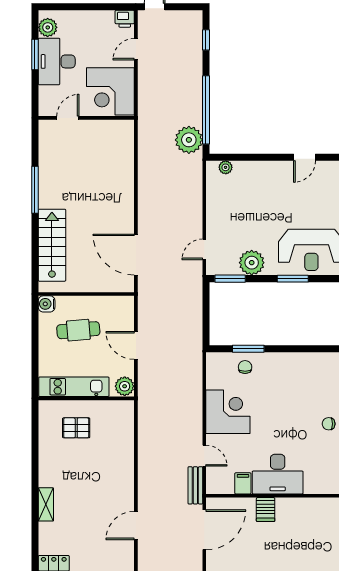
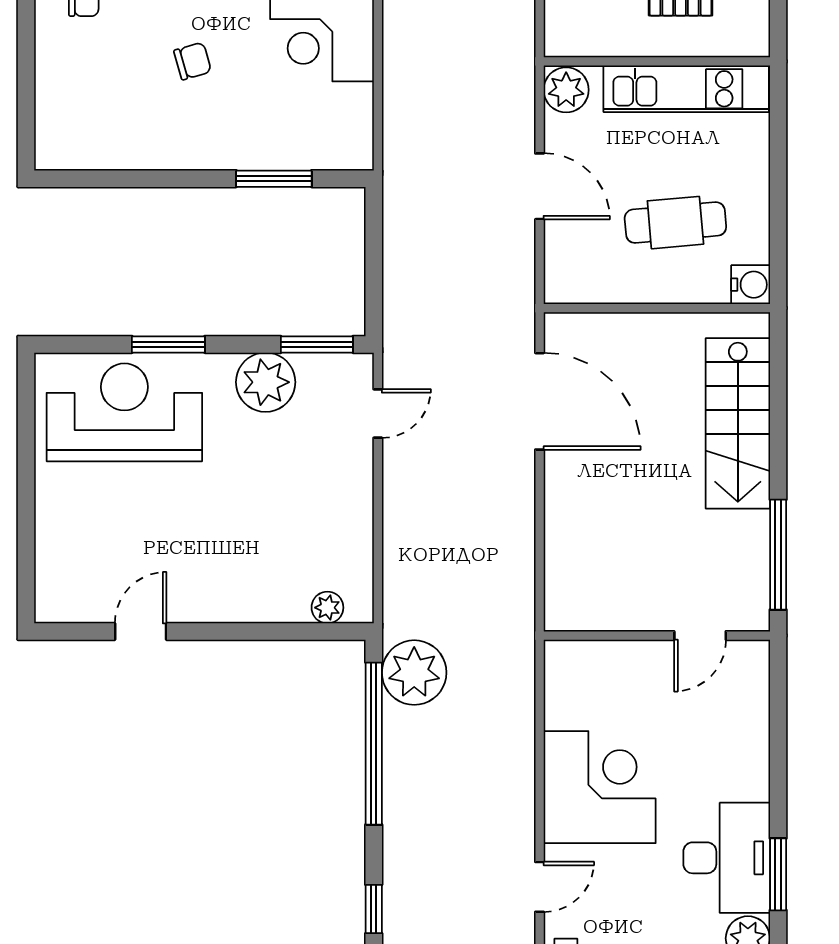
door: (68, 118) -> (700, 636), moved
wall: (86, 118) -> (657, 636), moved
chair: (245, 367) -> (193, 61), moved, turned -106

